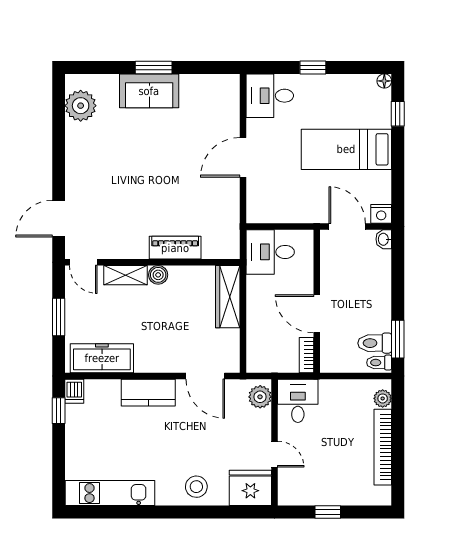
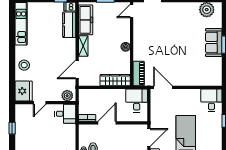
door: (243, 157) -> (163, 87), moved
piano: (175, 248) -> (139, 74), moved
shelving: (125, 275) -> (83, 46), moved
kitchen counter: (148, 393) -> (69, 25), moved

